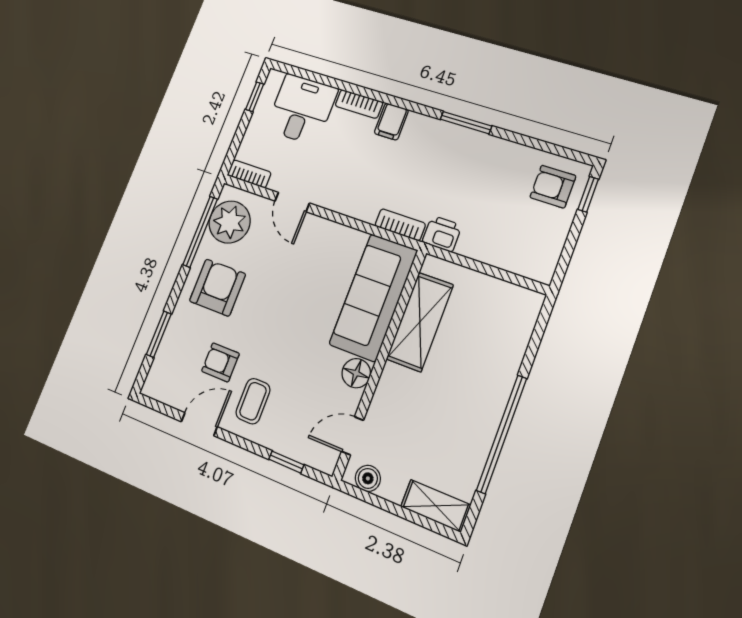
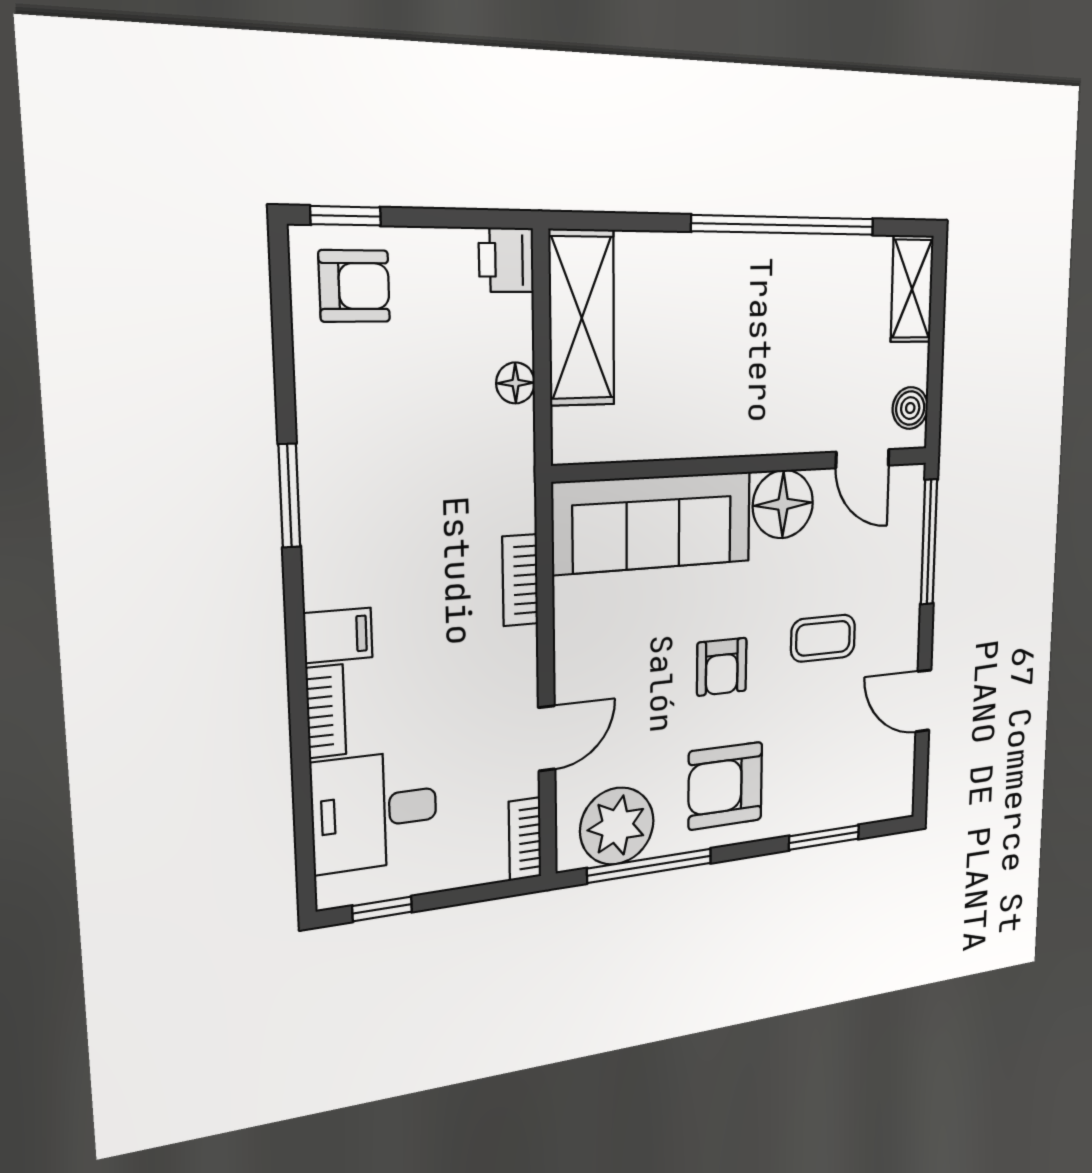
armchair: (553, 187) -> (354, 286), turned -90
bookcase: (400, 225) -> (520, 580), moved
printer: (442, 234) -> (506, 260), moved
floor lamp: (475, 249) -> (516, 383), added
shelving: (420, 322) -> (582, 318), moved, turned 90
armchair: (220, 362) -> (722, 667), moved
floor lamp: (356, 373) -> (783, 504), width x1.38, depth x1.38
coffee table: (253, 401) -> (823, 638), moved
window: (286, 462) -> (929, 542), width x2.17

